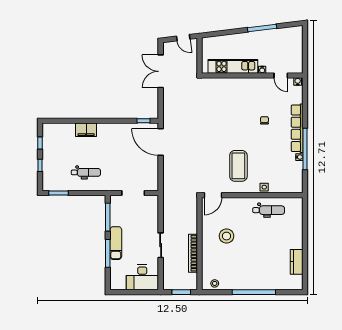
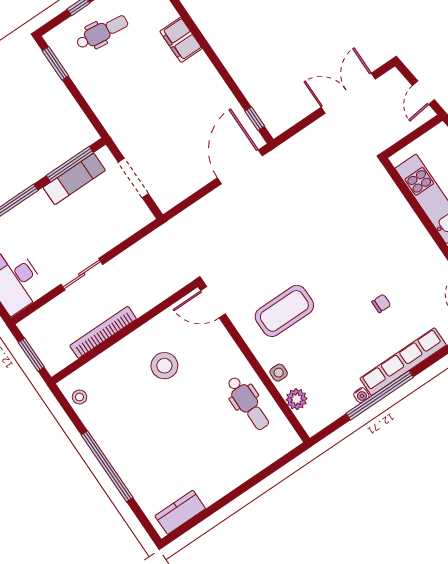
dental chair: (86, 172) -> (102, 32), moved, turned -83
plant: (281, 187) -> (297, 399), added
exam couch: (116, 243) -> (74, 179), moved
kitchen counter: (297, 262) -> (180, 512), moved

